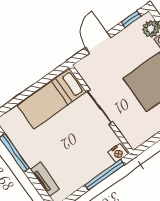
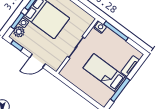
bed: (52, 99) -> (105, 73), moved, turned 180

